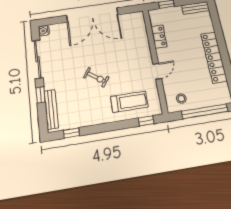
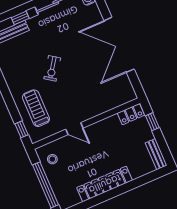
locker: (159, 37) -> (131, 114), moved
treadmill: (129, 102) -> (36, 108), turned 180

